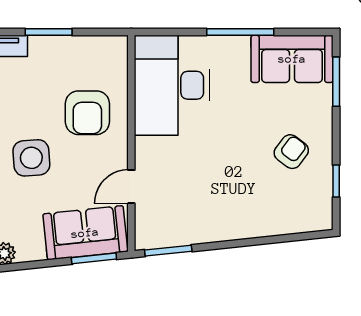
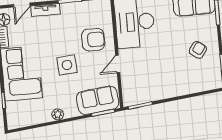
armchair: (87, 113) -> (93, 40), turned -90
door: (131, 187) -> (118, 64), moved

